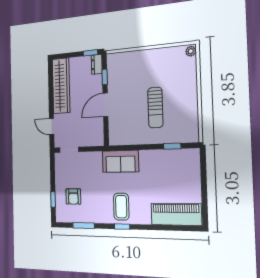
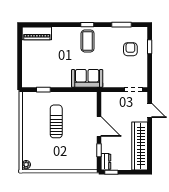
door: (105, 105) -> (99, 126), hinge flipped
piano: (176, 214) -> (37, 33), width x0.73, depth x0.75

